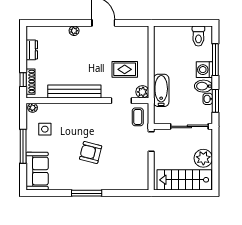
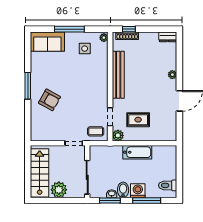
dresser: (32, 50) -> (168, 37), moved
rug: (125, 69) -> (138, 120), turned 90
bathtub: (161, 90) -> (137, 152), moved
armchair: (91, 153) -> (49, 100), moved, turned 105

